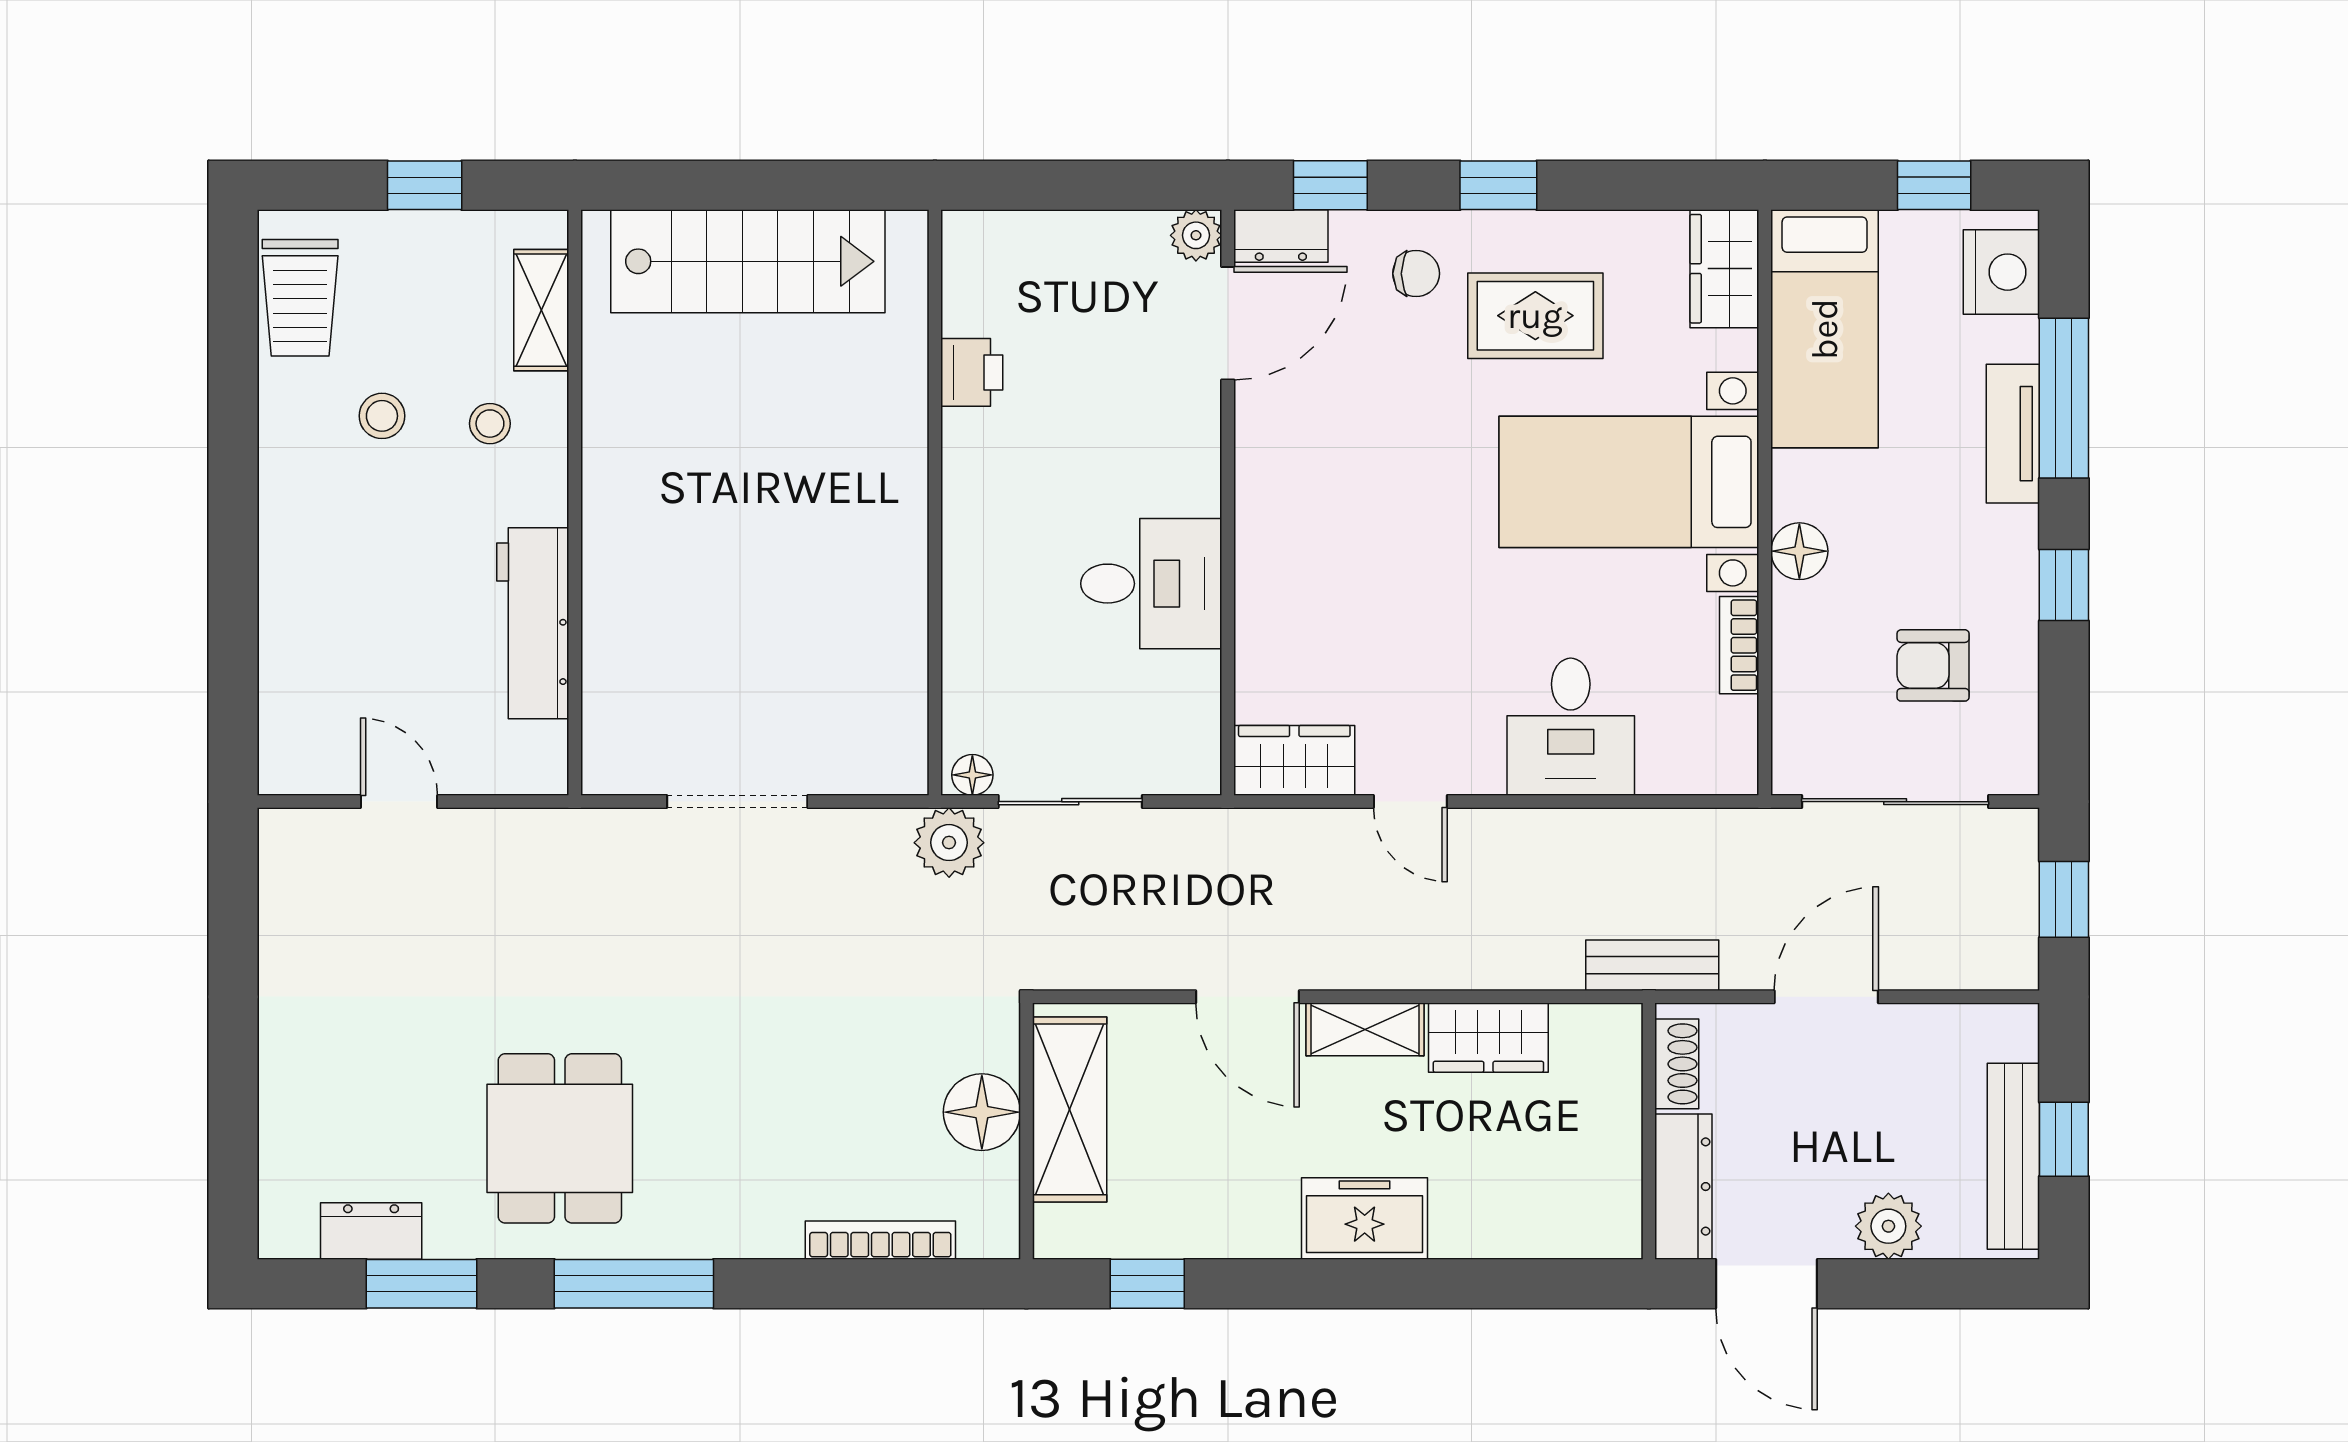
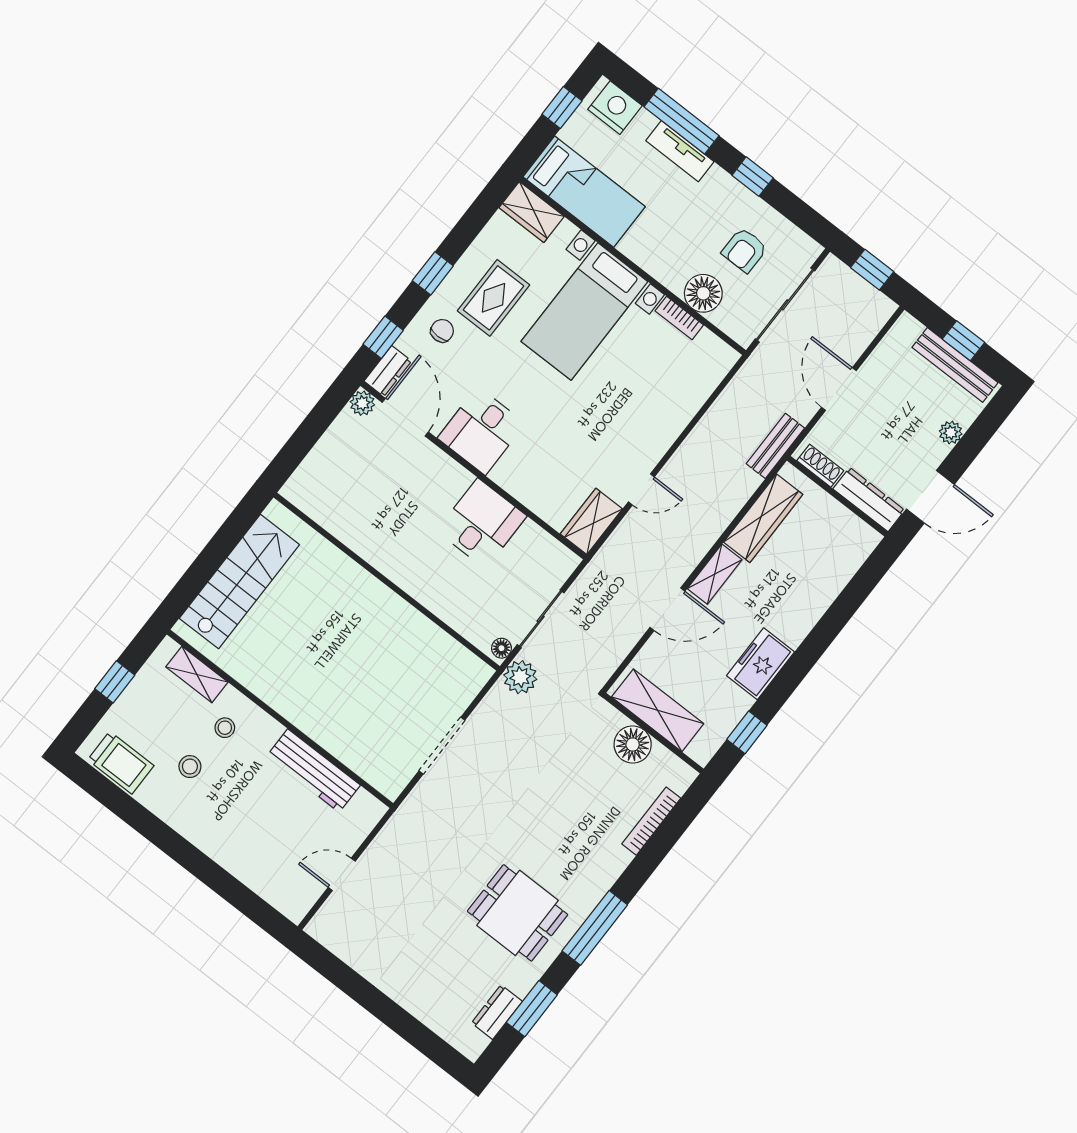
printer: (972, 372) -> (348, 529), removed
floor lamp: (1799, 551) -> (703, 293), moved, width x1.38, depth x1.38
desk: (1571, 727) -> (481, 431), moved, turned 90
wardrobe: (1488, 1038) -> (763, 518), width x1.50
freezer: (1365, 1218) -> (760, 664), moved
plant: (1888, 1226) -> (951, 432), width x0.73, depth x0.73

